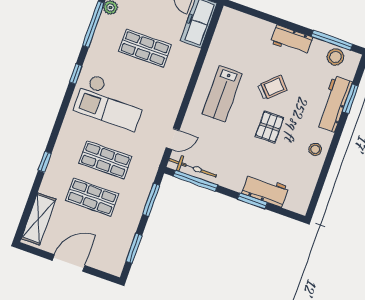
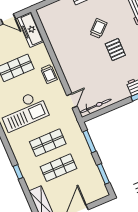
trolley: (174, 88) -> (49, 74), added
lab bench: (222, 94) -> (76, 55), removed
window: (195, 181) -> (103, 111), removed

